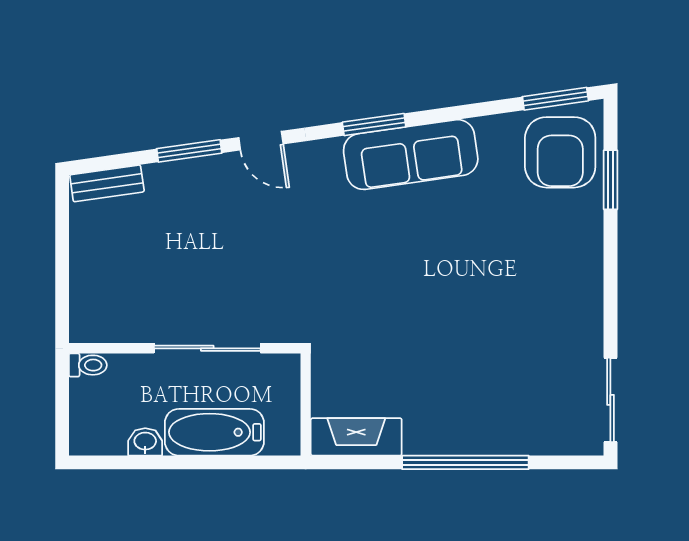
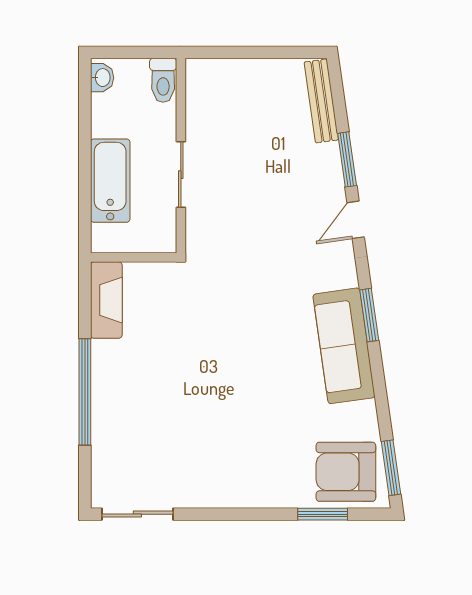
bench: (107, 183) -> (321, 101), width x1.36
sliding door: (207, 348) -> (181, 175), width x0.73
toilet: (88, 365) -> (163, 80), width x1.37, depth x1.39
washbasin: (145, 442) -> (102, 78), moved

